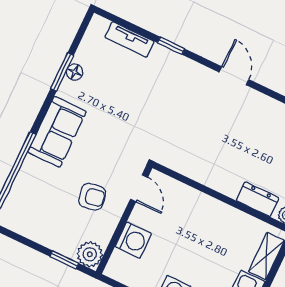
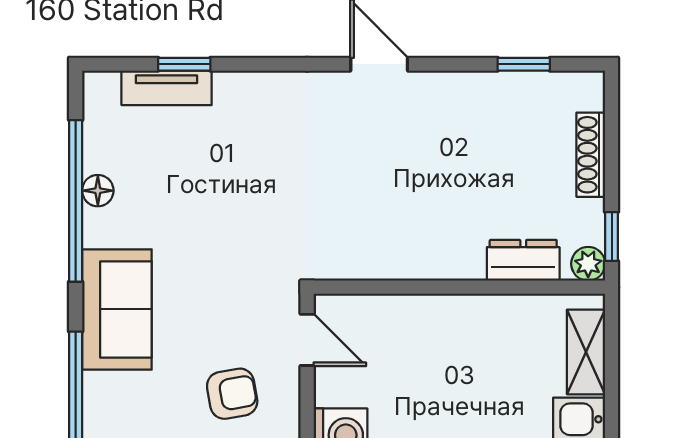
window: (171, 46) -> (184, 64), moved
window: (62, 72) -> (76, 201), width x2.11

